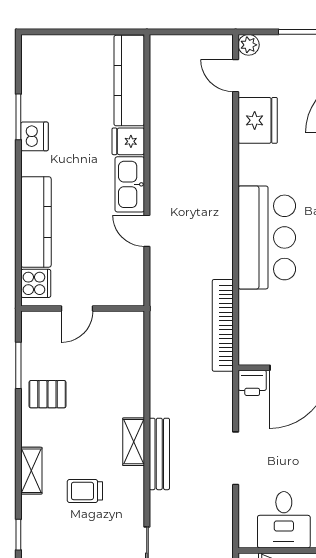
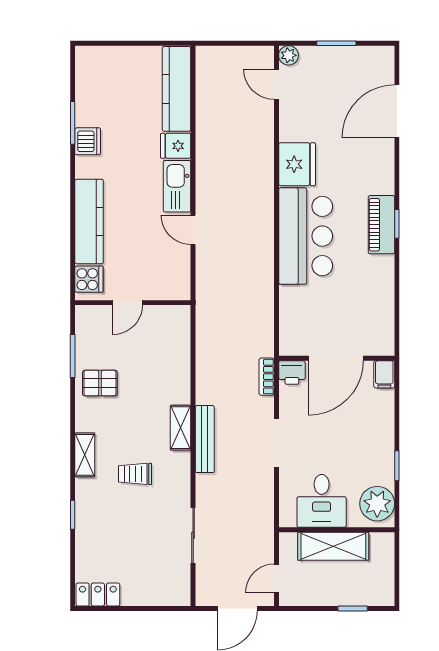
fridge: (258, 120) -> (297, 164), moved
bookcase: (223, 325) -> (267, 377), moved, width x0.43, depth x0.76

